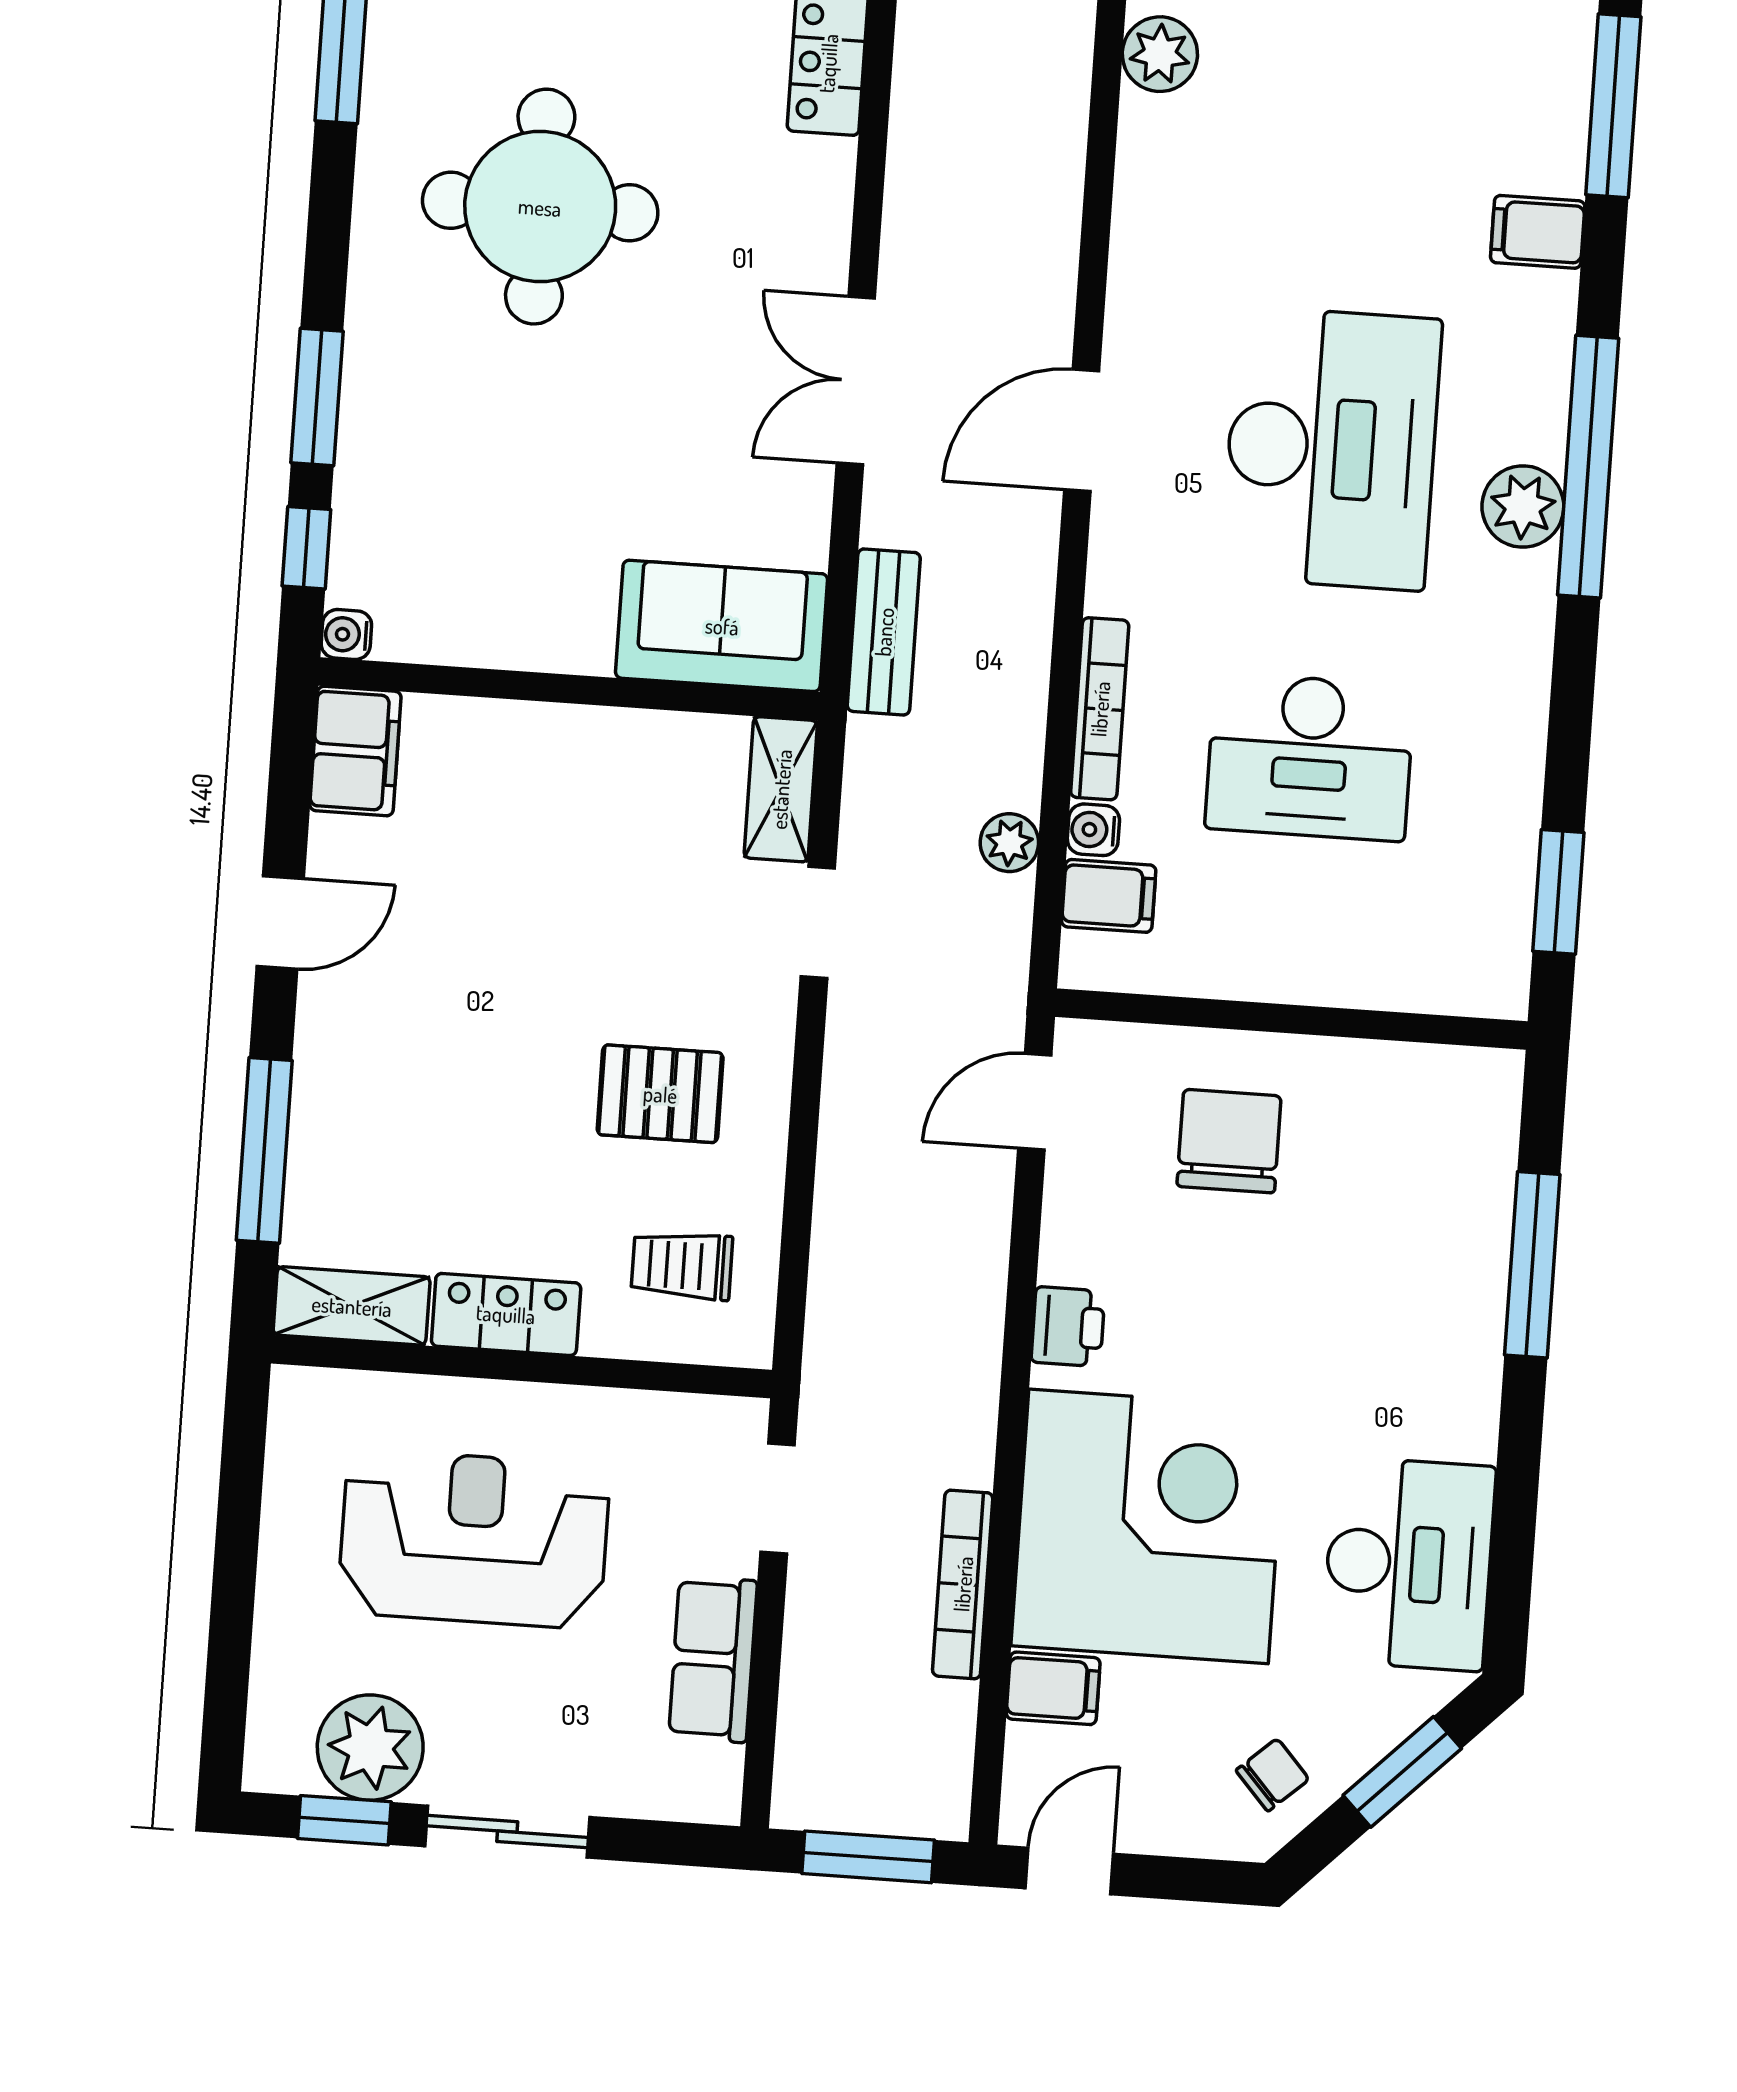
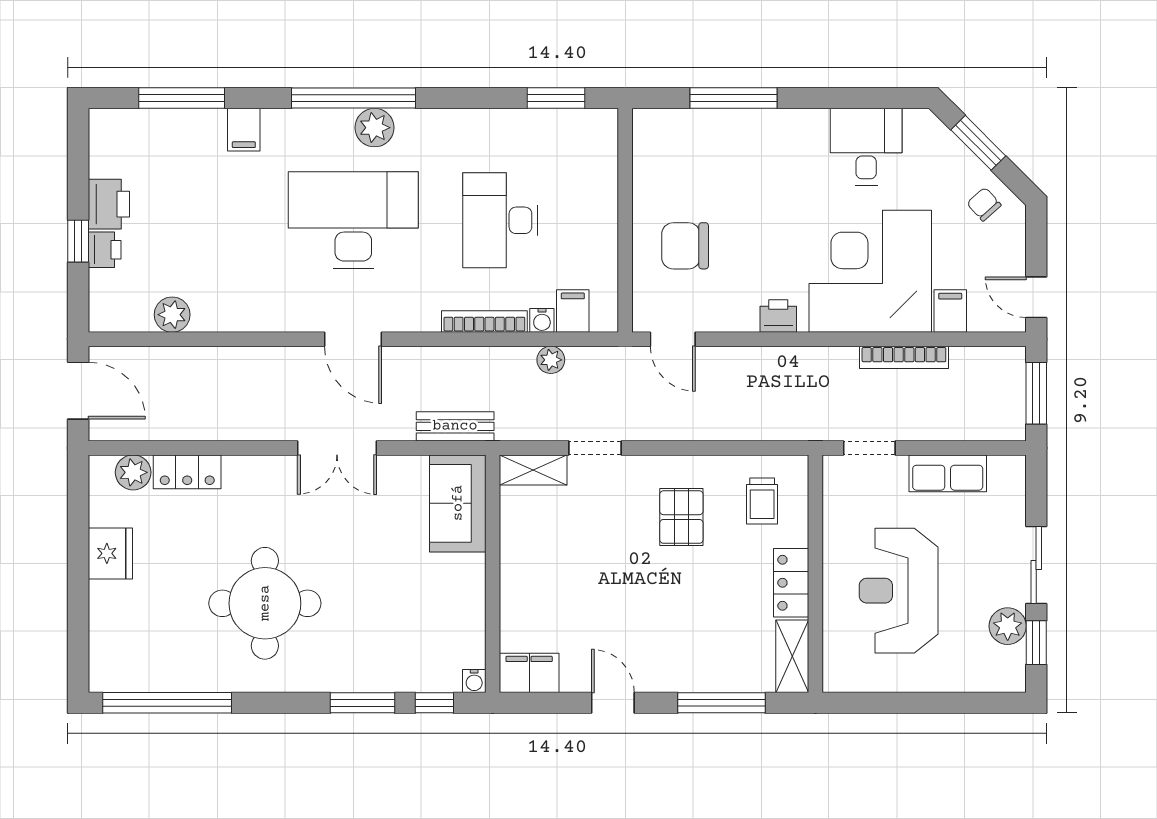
desk: (1310, 757) -> (500, 220), turned 180
desk: (1409, 1564) -> (866, 147), width x0.73
plant: (370, 1748) -> (1008, 626), width x0.73, depth x0.73

